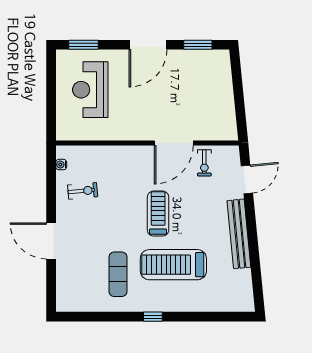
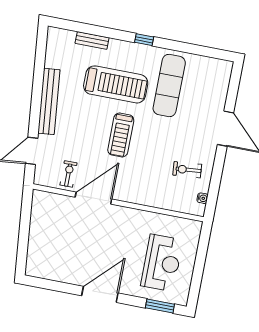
window: (198, 45) -> (53, 285), removed
exercise mat: (118, 274) -> (169, 85), width x1.36, depth x1.45
bench: (207, 305) -> (92, 40), added

